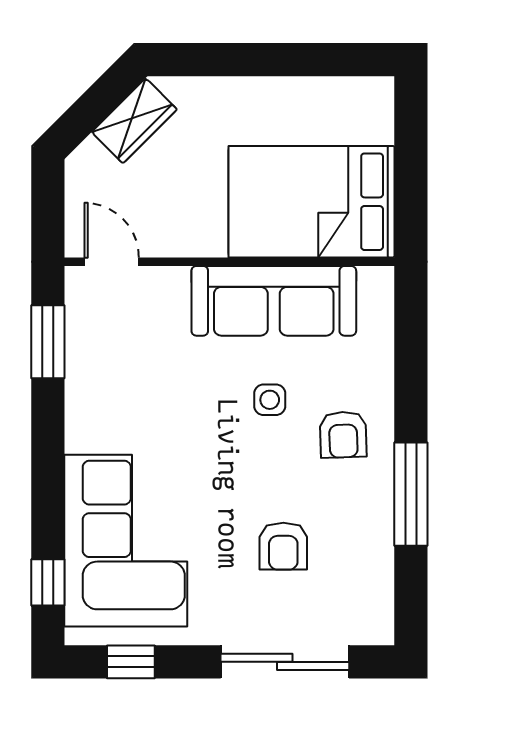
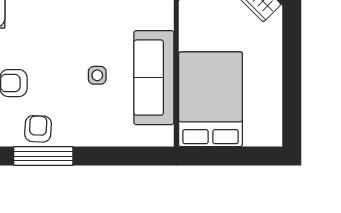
armchair: (343, 435) -> (38, 129), moved, turned 95

